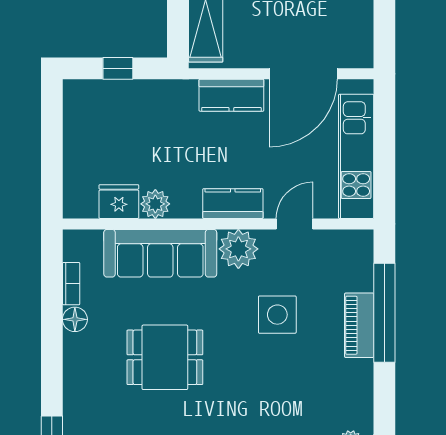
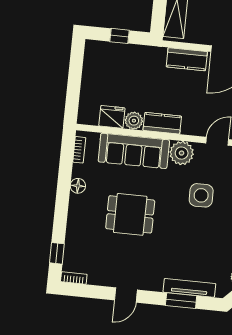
kitchen counter: (233, 204) -> (162, 123), moved
bookcase: (71, 284) -> (79, 150), moved

